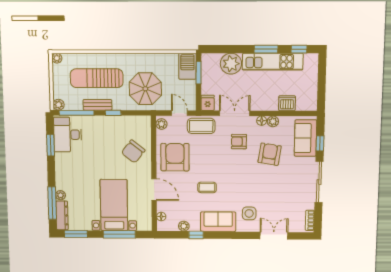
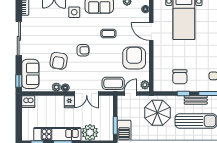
fridge: (208, 103) -> (69, 102), moved
dishwasher: (287, 103) -> (28, 102), moved
door: (179, 113) -> (131, 94), swing flipped
armchair: (239, 142) -> (83, 50), moved
window: (320, 143) -> (19, 81), moved
chair: (133, 152) -> (180, 77), moved, turned 142
armchair: (175, 157) -> (134, 58), turned 180

